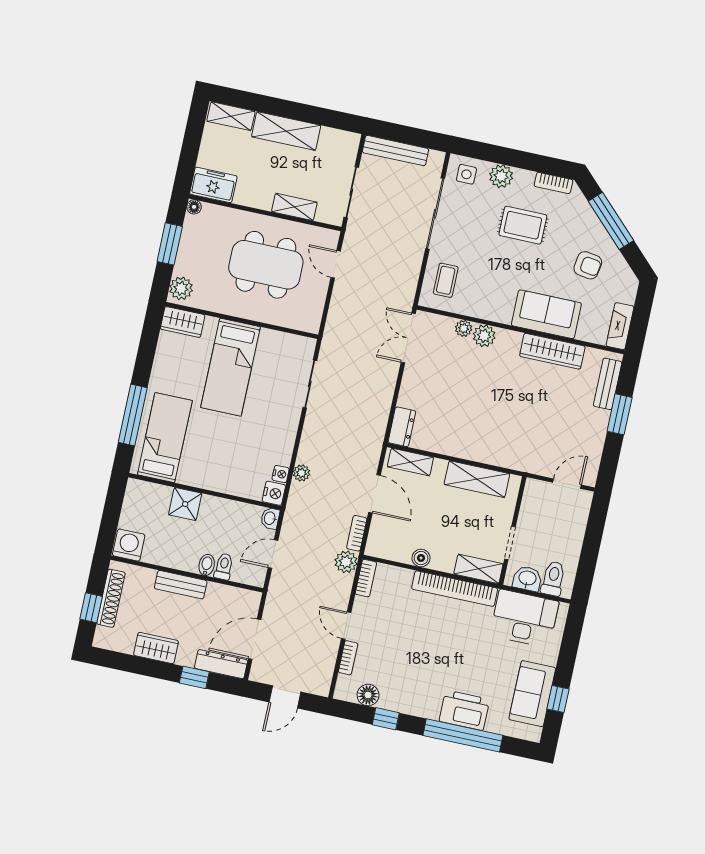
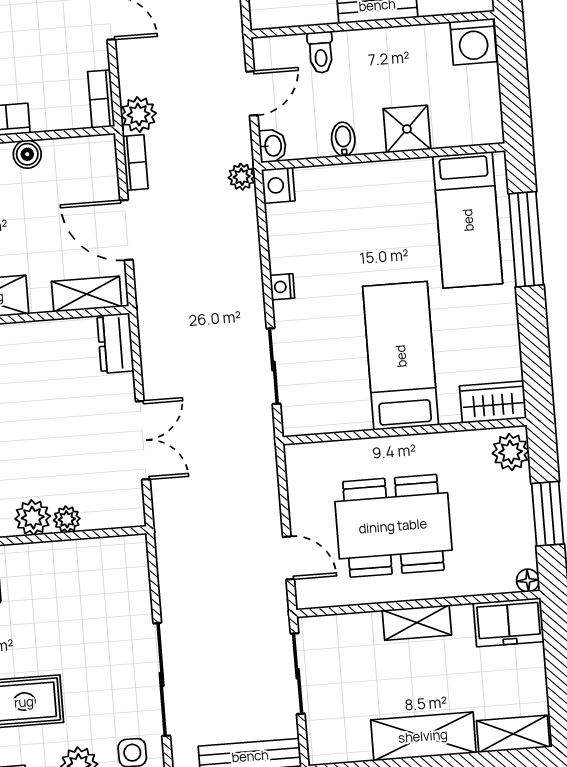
shelving: (294, 207) -> (417, 623), moved
coffee table: (446, 280) -> (116, 584), removed
double door: (408, 338) -> (143, 440), moved
plant: (301, 473) -> (242, 177), moved
nightstand: (281, 474) -> (282, 287), moved
bidet: (207, 565) -> (343, 139), moved, turned 180

